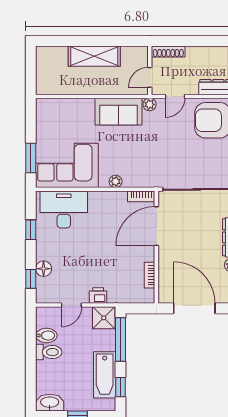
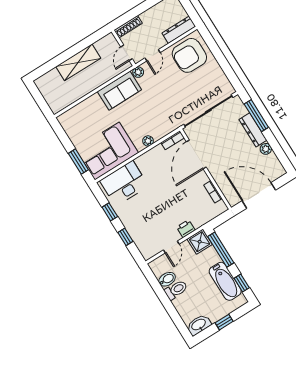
floor lamp: (44, 269) -> (136, 234), removed
window: (31, 279) -> (125, 237), moved

